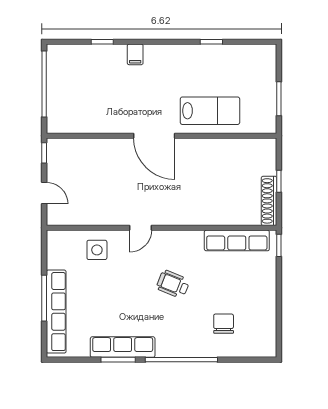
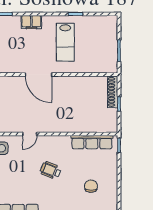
filing cabinet: (135, 54) -> (31, 22), width x2.00
lab bench: (210, 111) -> (65, 42), moved, turned 90
shoe rack: (269, 201) -> (113, 92), moved
chair: (224, 324) -> (91, 186), moved

